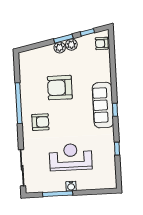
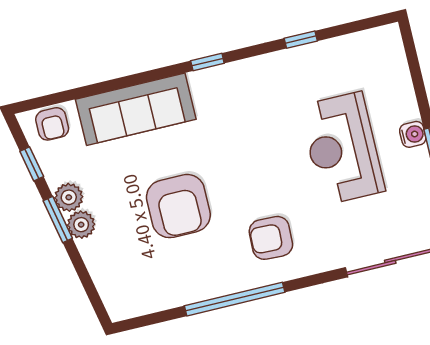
sofa: (103, 105) -> (136, 109), moved
armchair: (40, 122) -> (271, 238), turned -88

